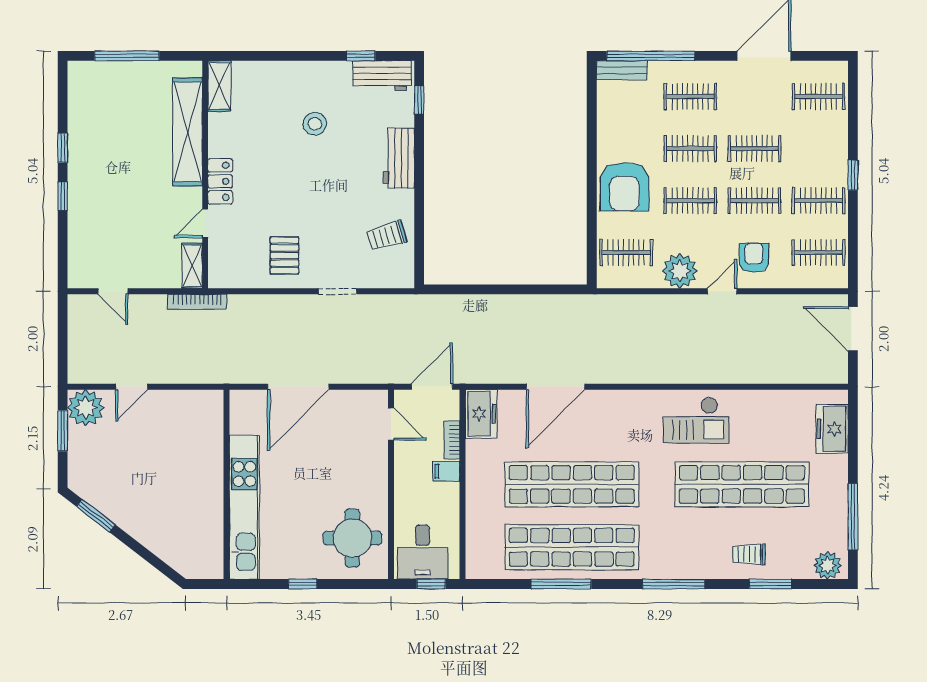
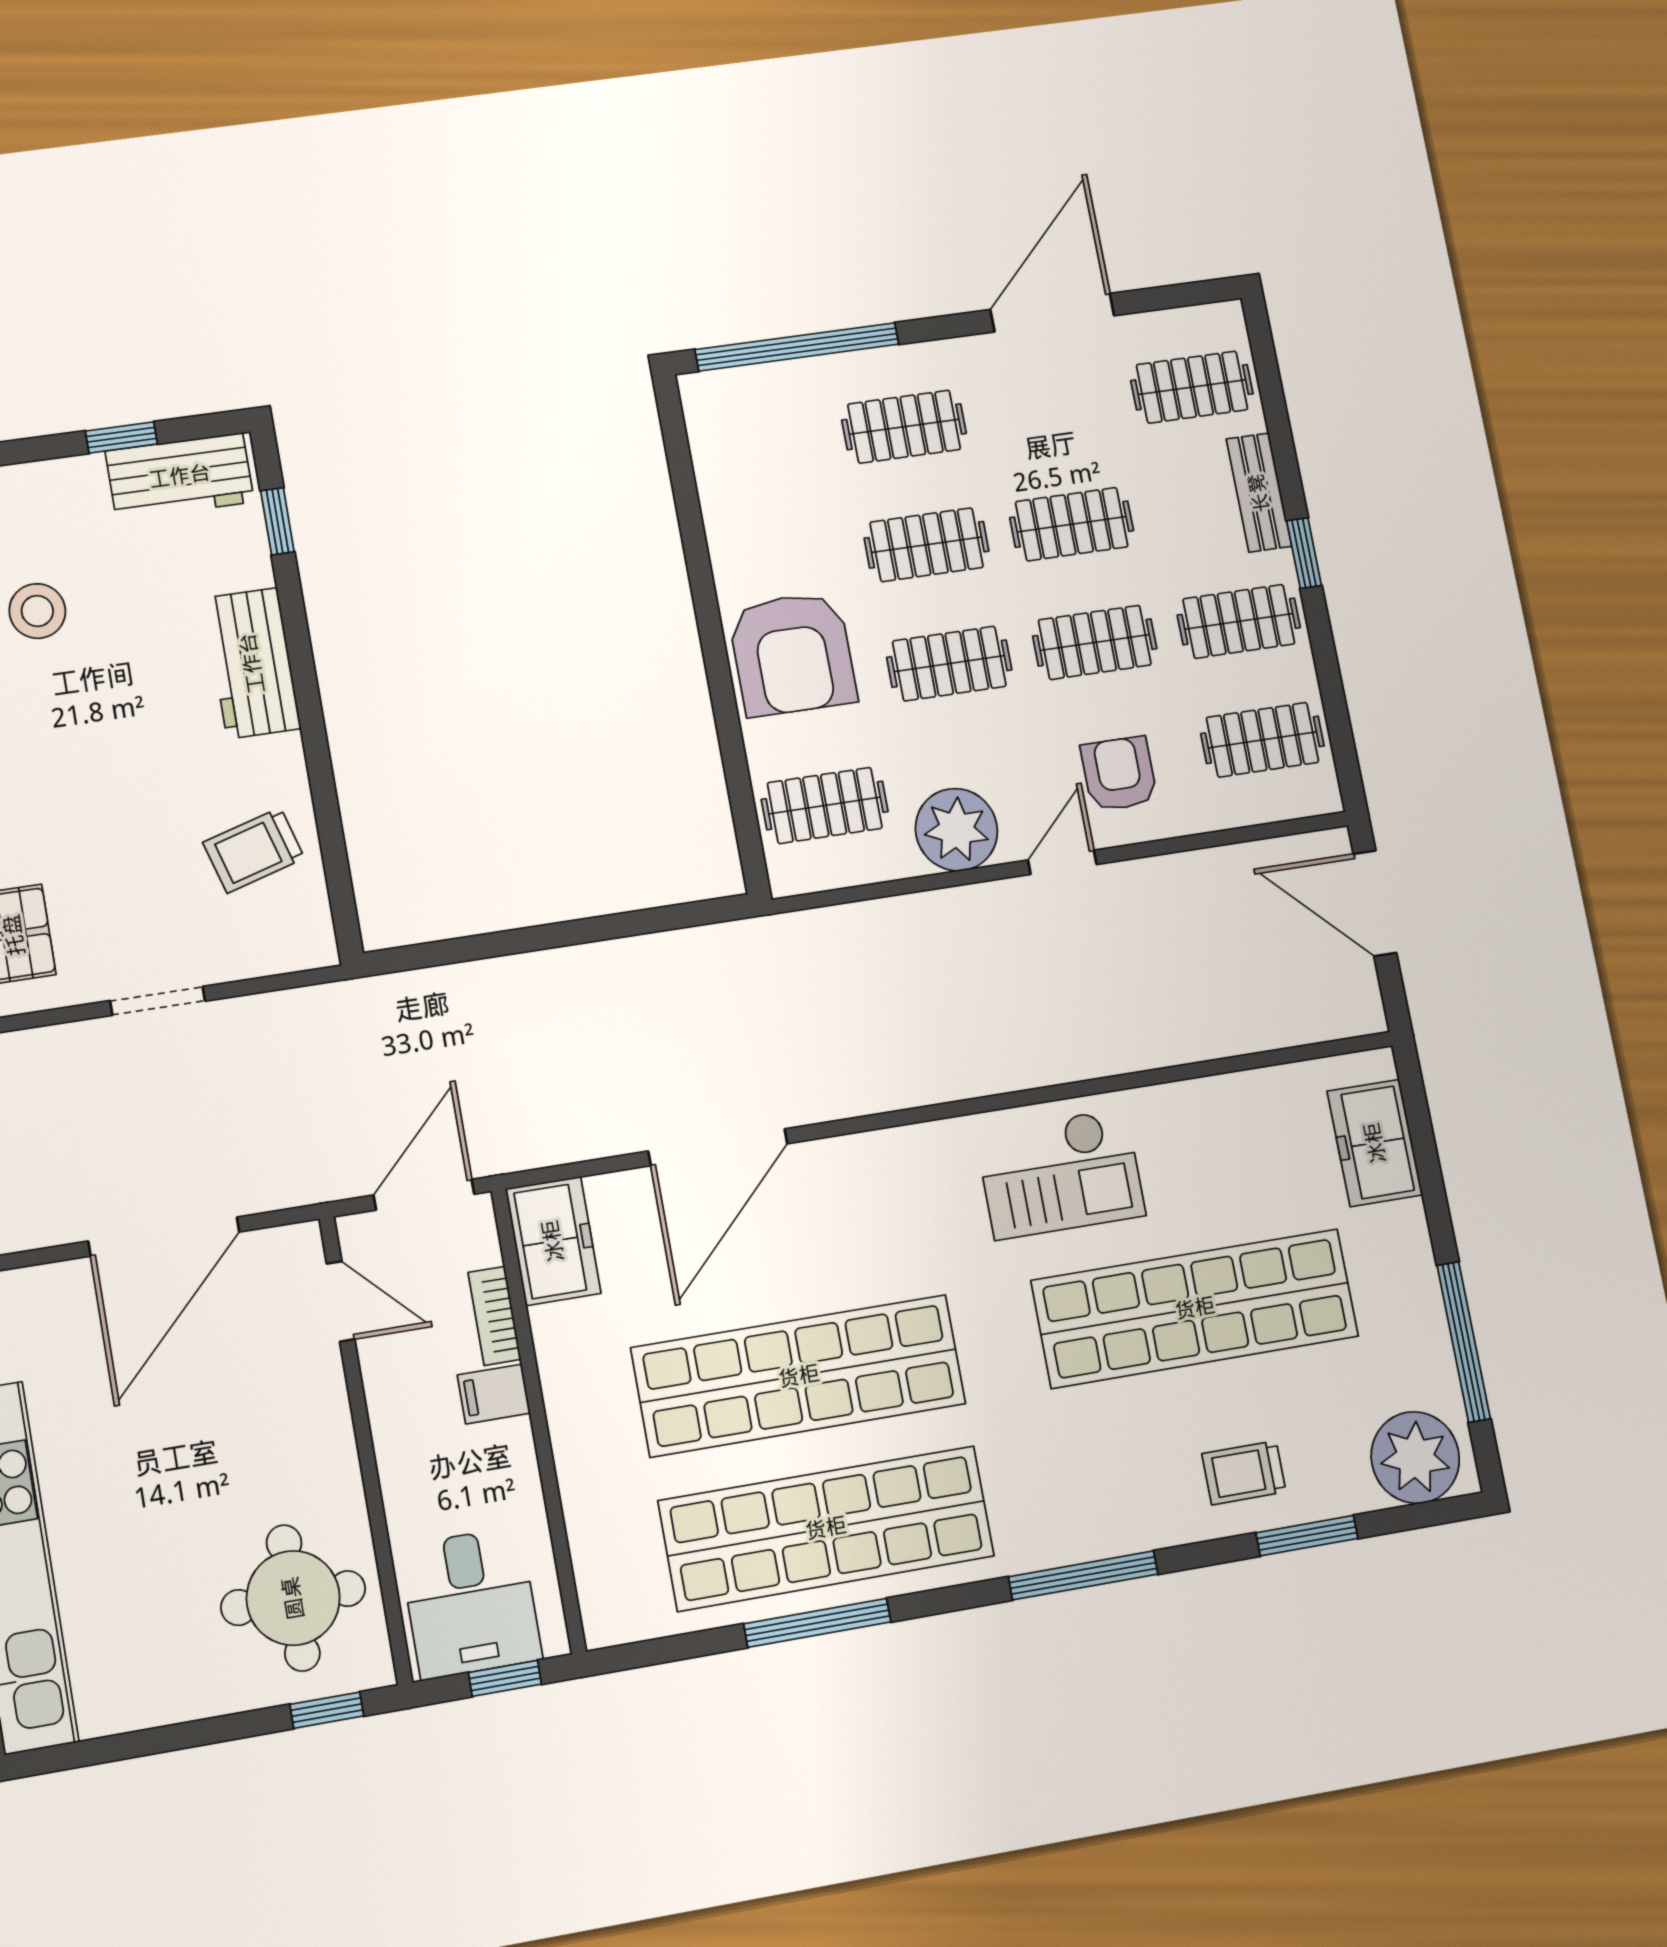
bench: (622, 70) -> (1259, 493), moved, turned 90
door: (298, 387) -> (164, 1237), moved
plant: (828, 565) -> (1415, 1458), width x1.36, depth x1.36
window: (303, 584) -> (327, 1710), moved

